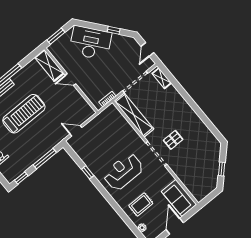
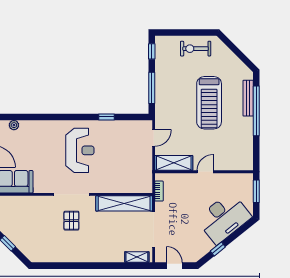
shelving: (49, 65) -> (174, 163), moved
rug: (141, 204) -> (36, 142), removed

